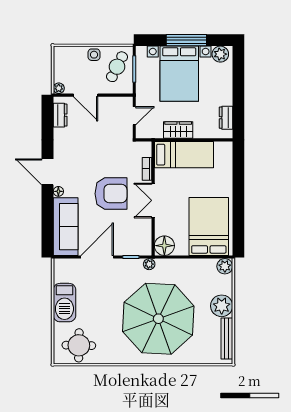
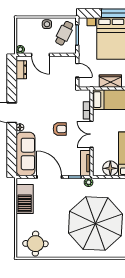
door: (134, 116) -> (77, 70), hinge flipped
armchair: (111, 194) -> (60, 129), width x0.53, depth x0.53
tv unit: (145, 239) -> (86, 163), added
floor lamp: (164, 246) -> (110, 168), moved
door: (97, 257) -> (49, 177), hinge flipped
barbecue: (64, 303) -> (25, 199), moved

